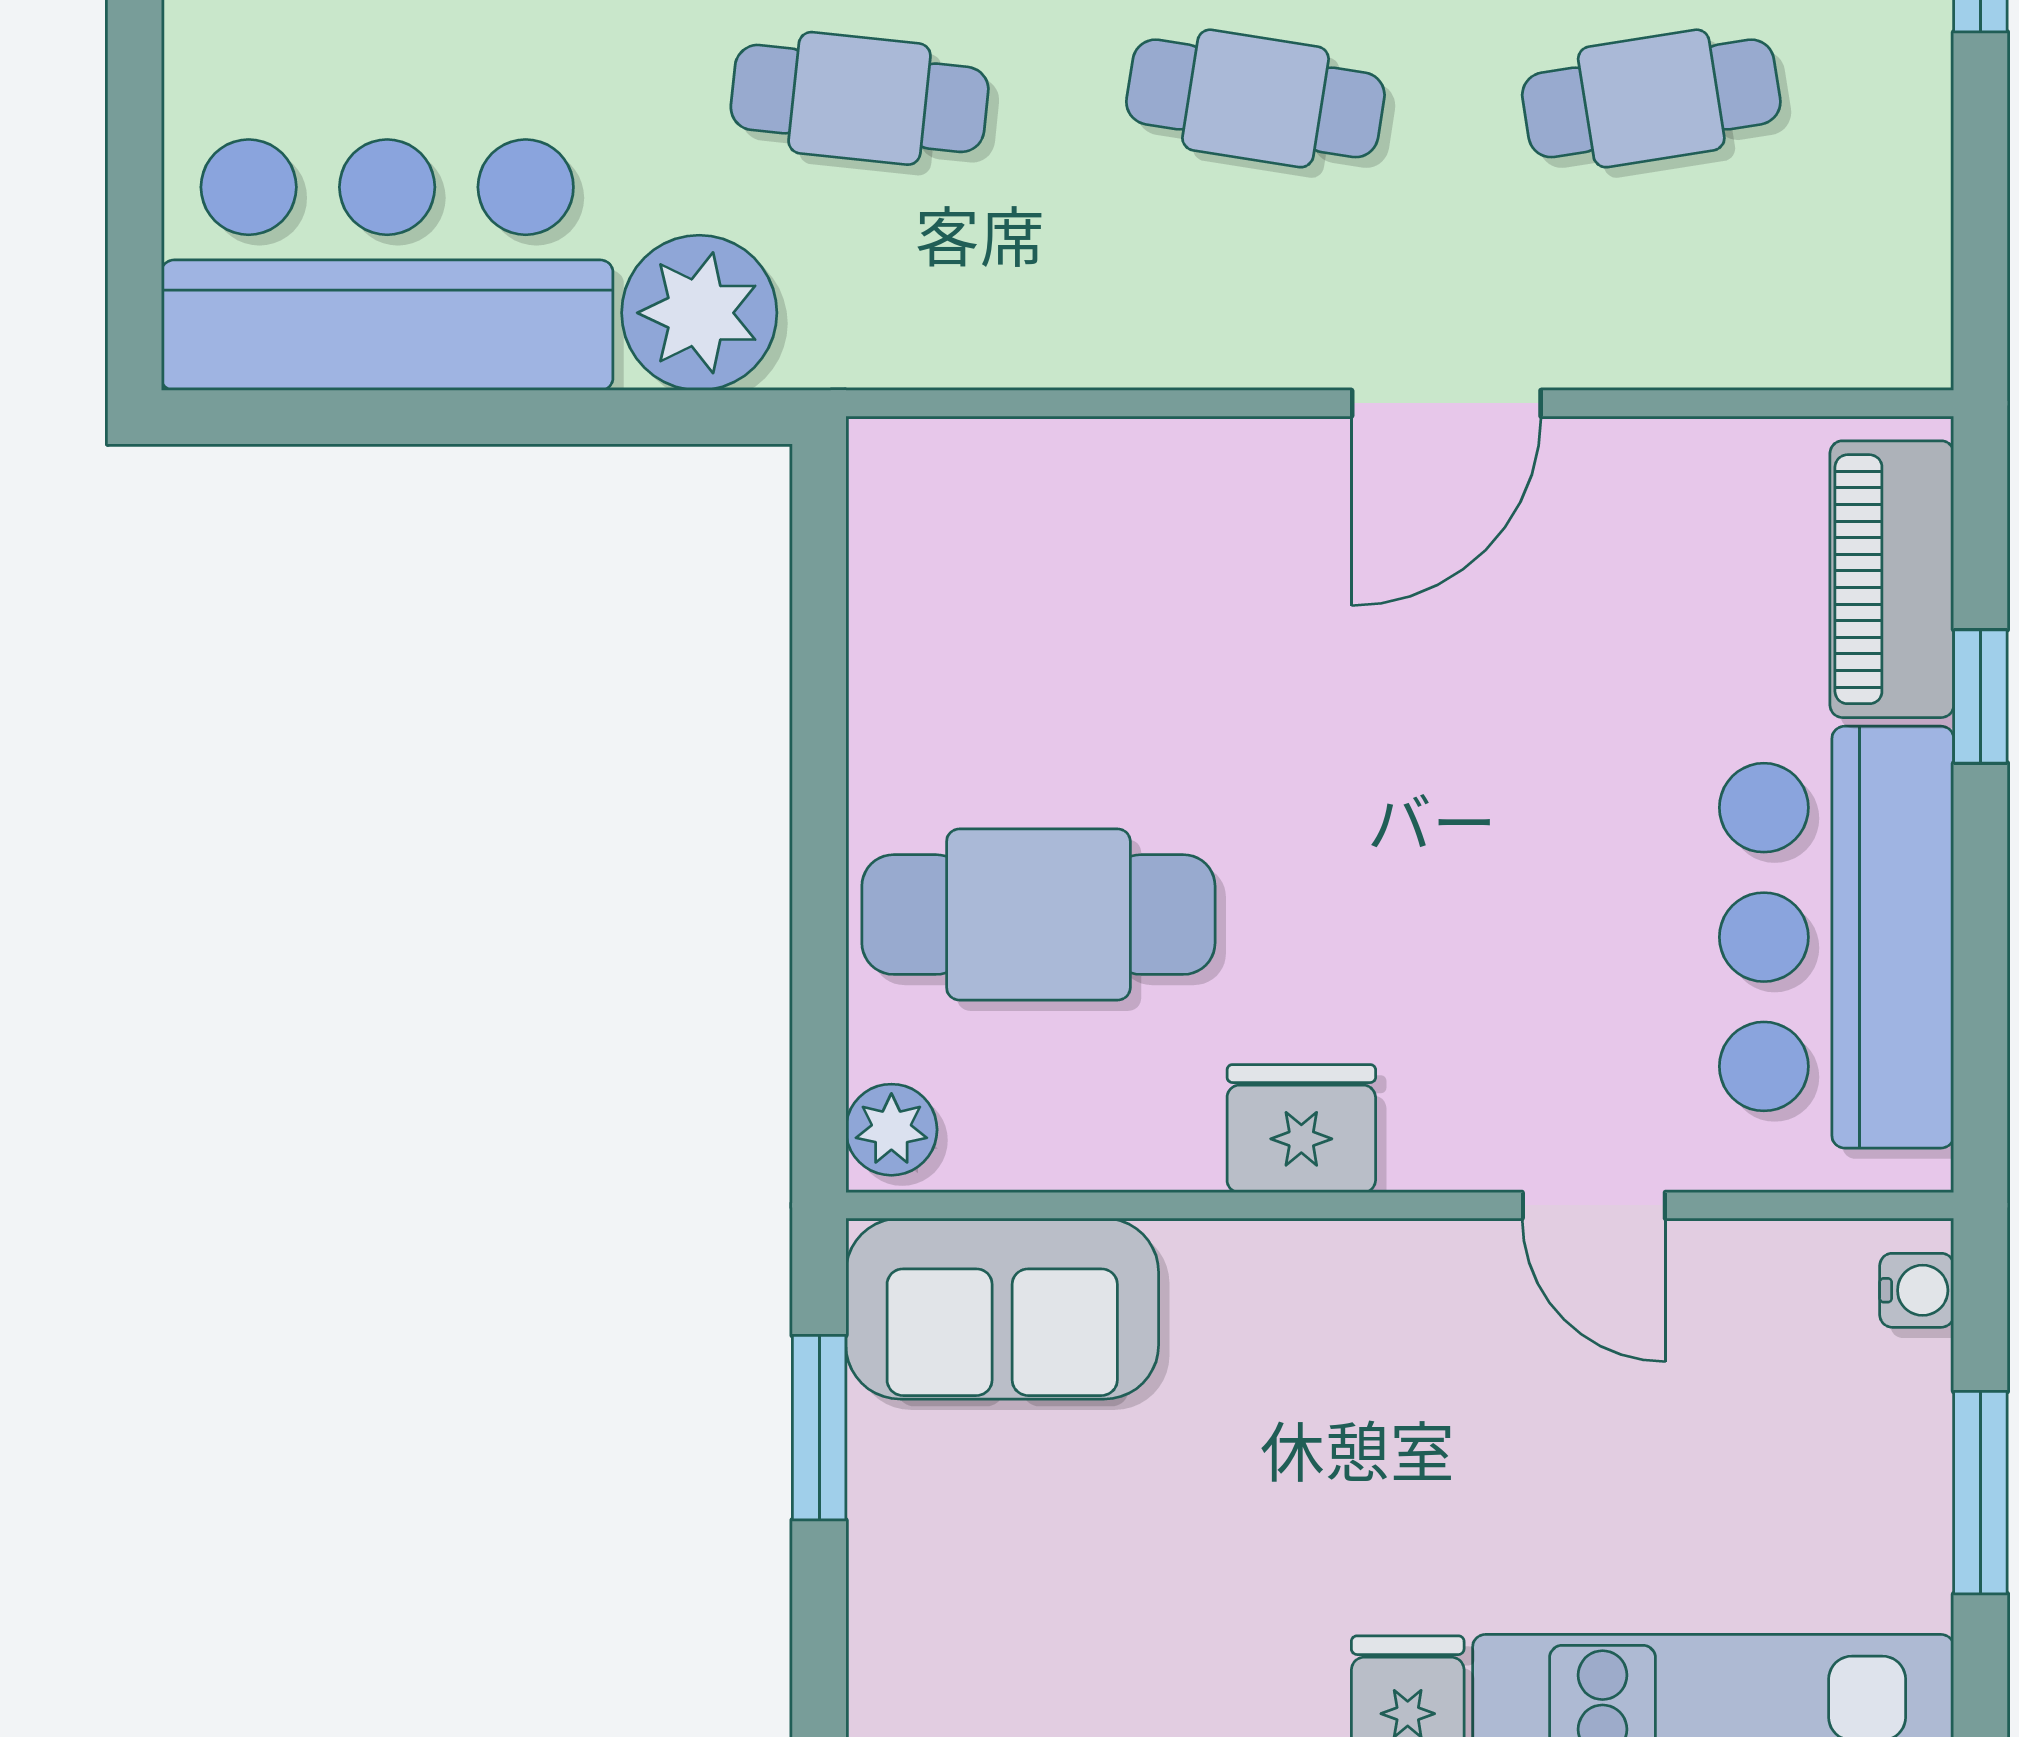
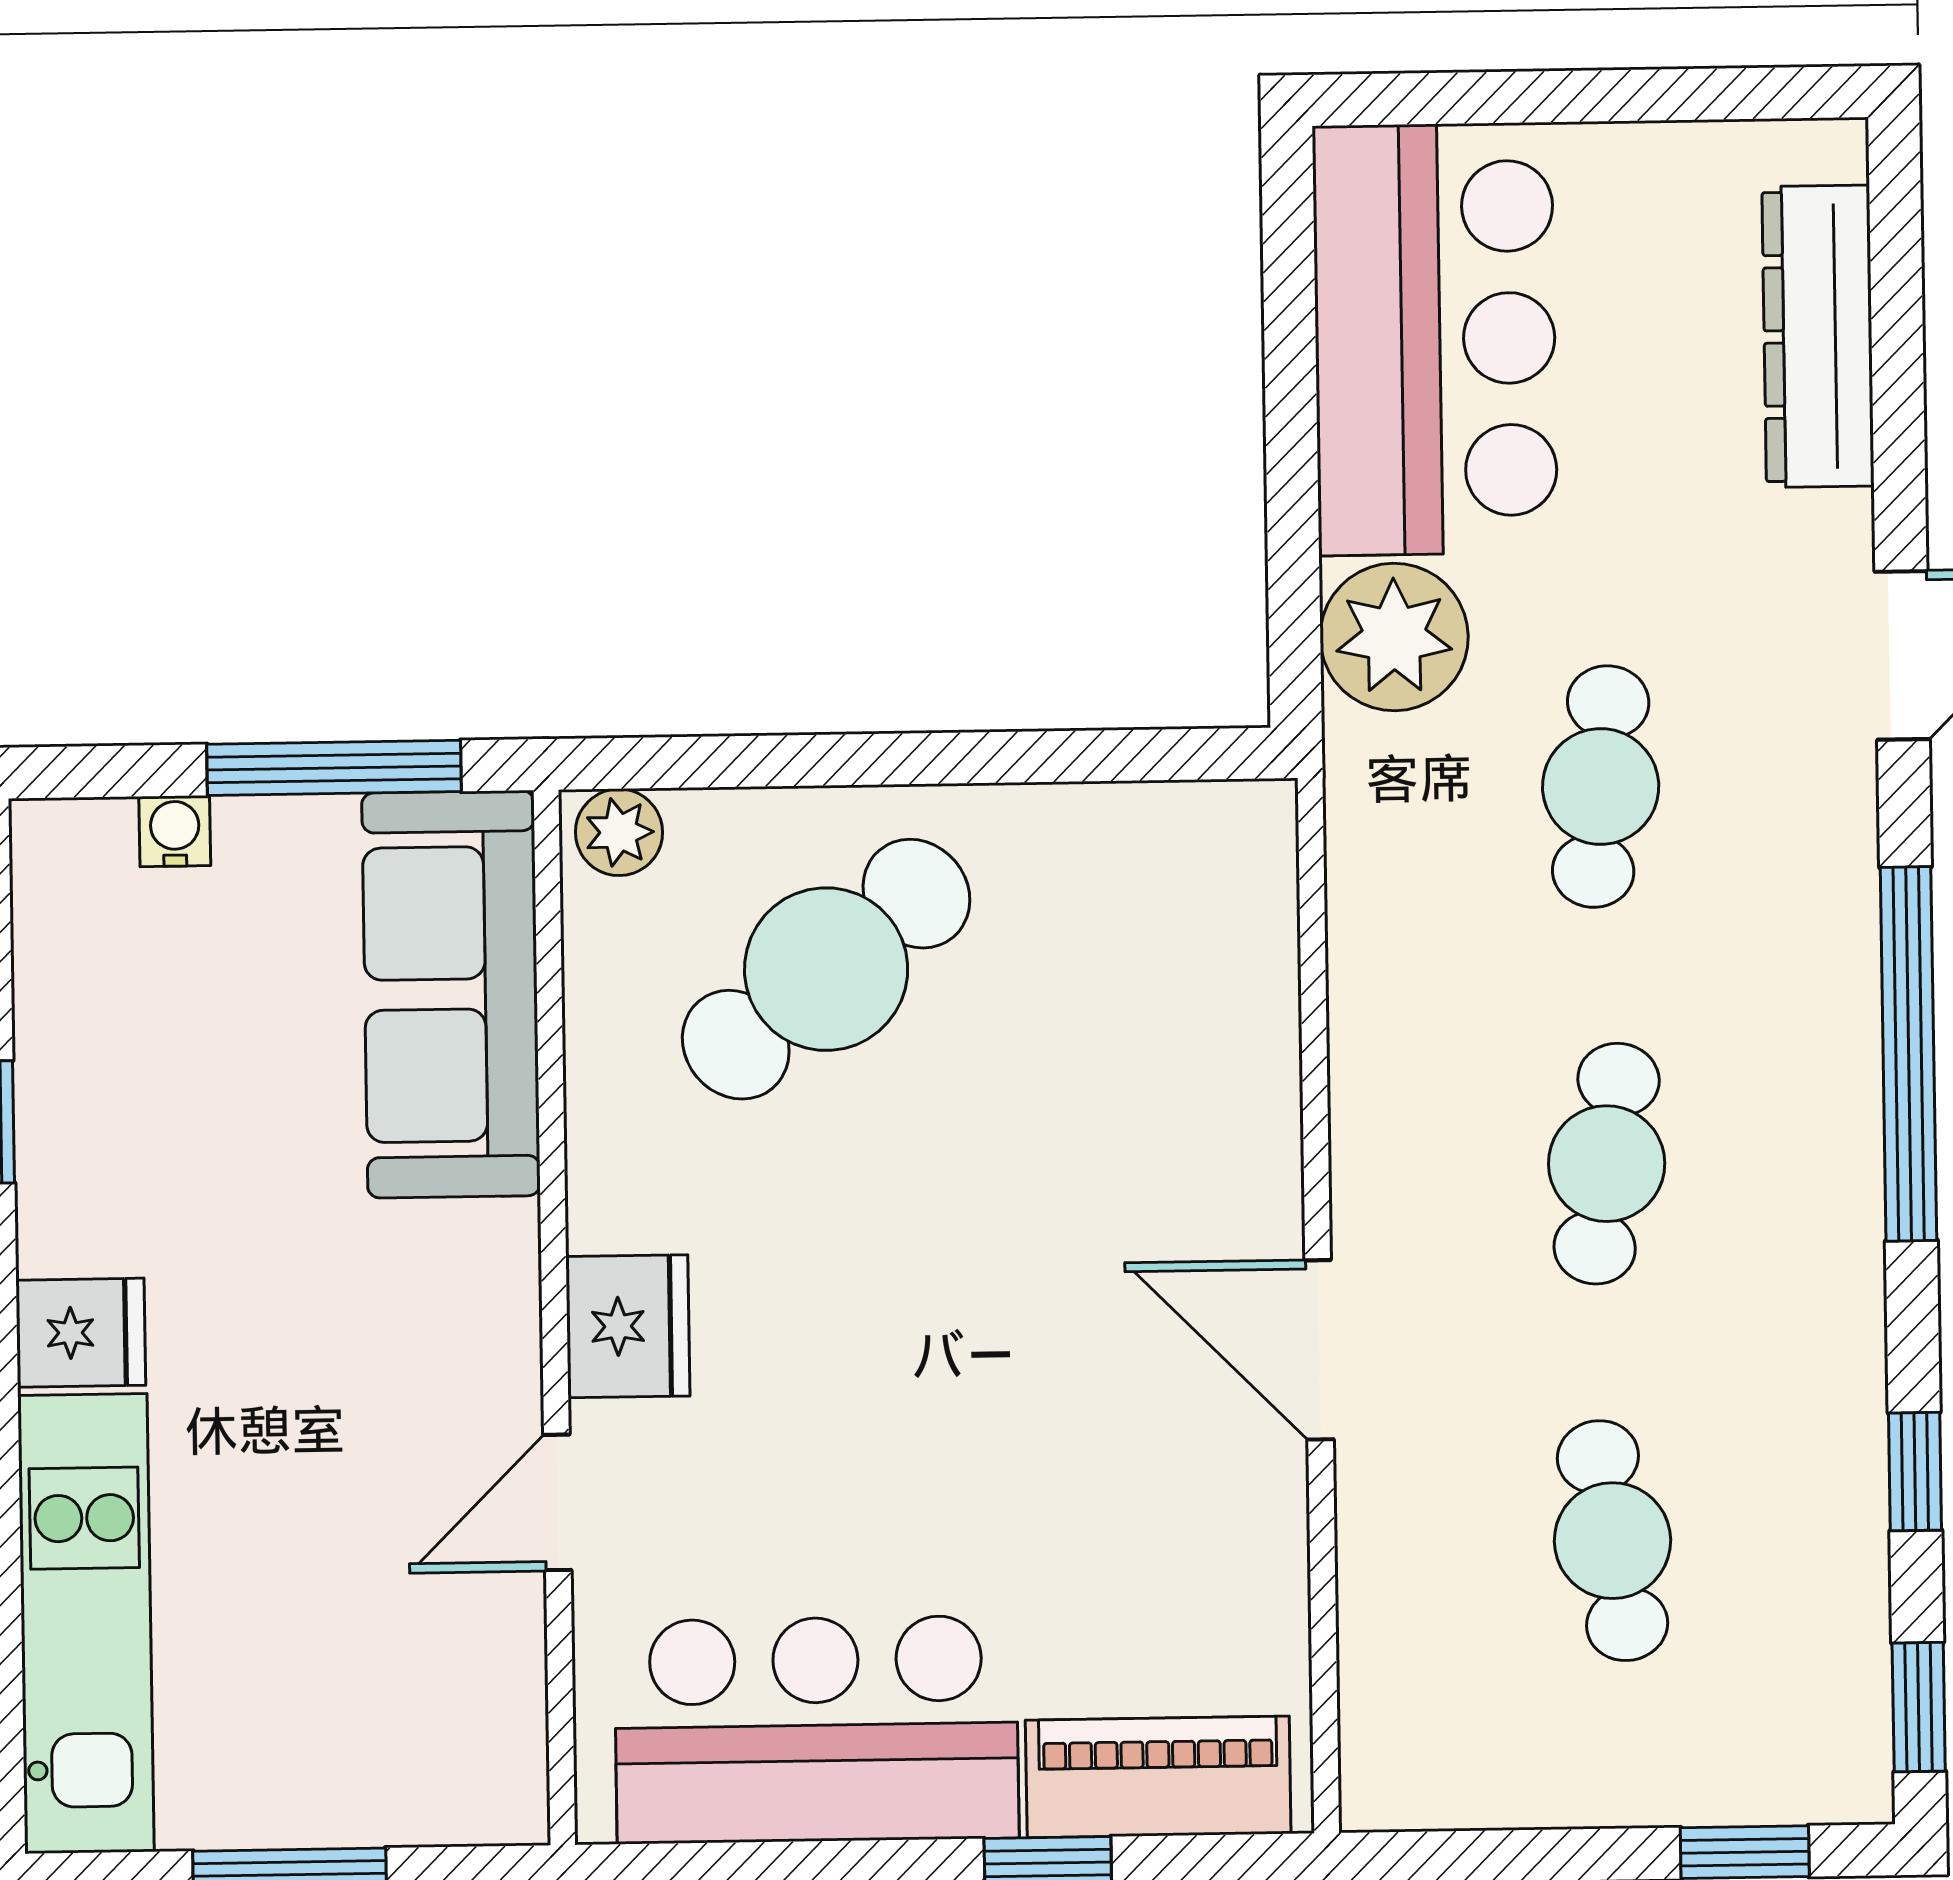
cafe table: (1038, 915) -> (826, 969), turned 51
fridge: (1301, 1129) -> (628, 1326), moved
water cooler: (1917, 1290) -> (175, 831), moved, turned 180
sofa: (1002, 1309) -> (451, 994), width x1.36
window: (819, 1428) -> (334, 768), width x1.44

